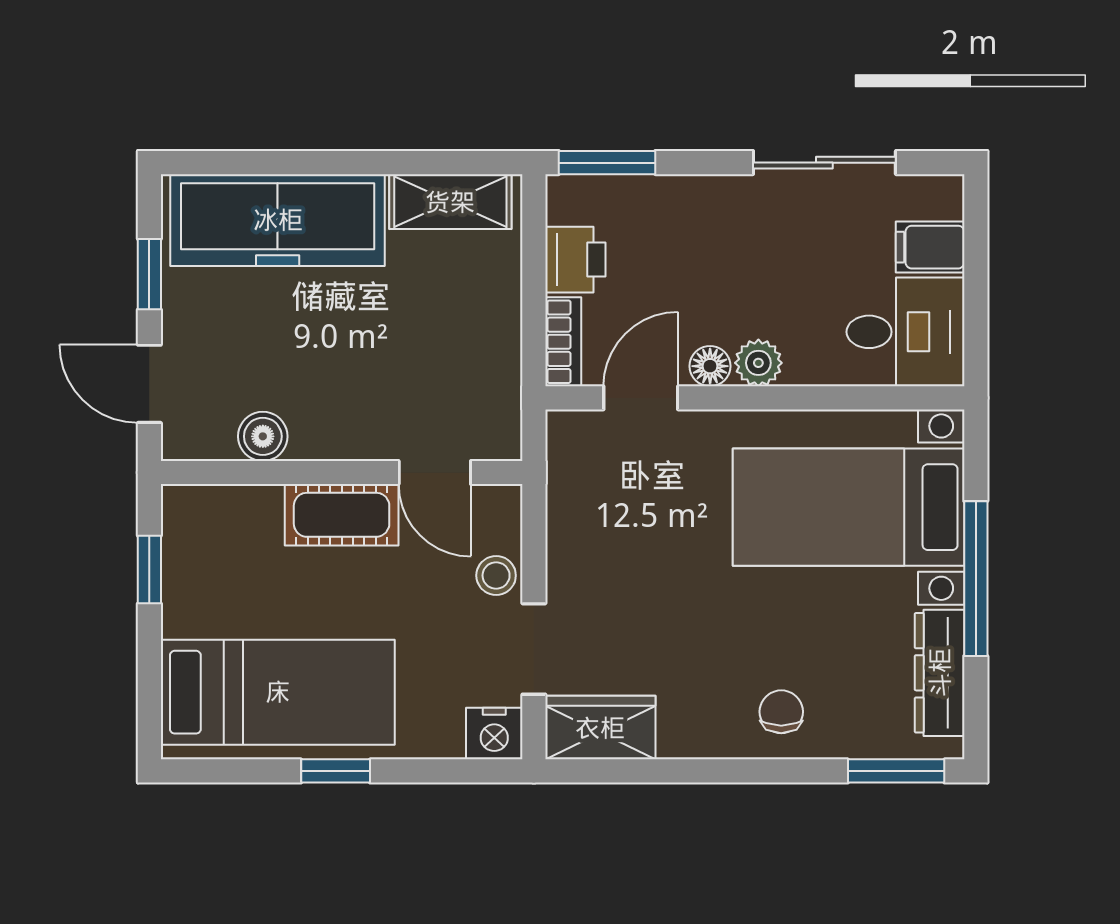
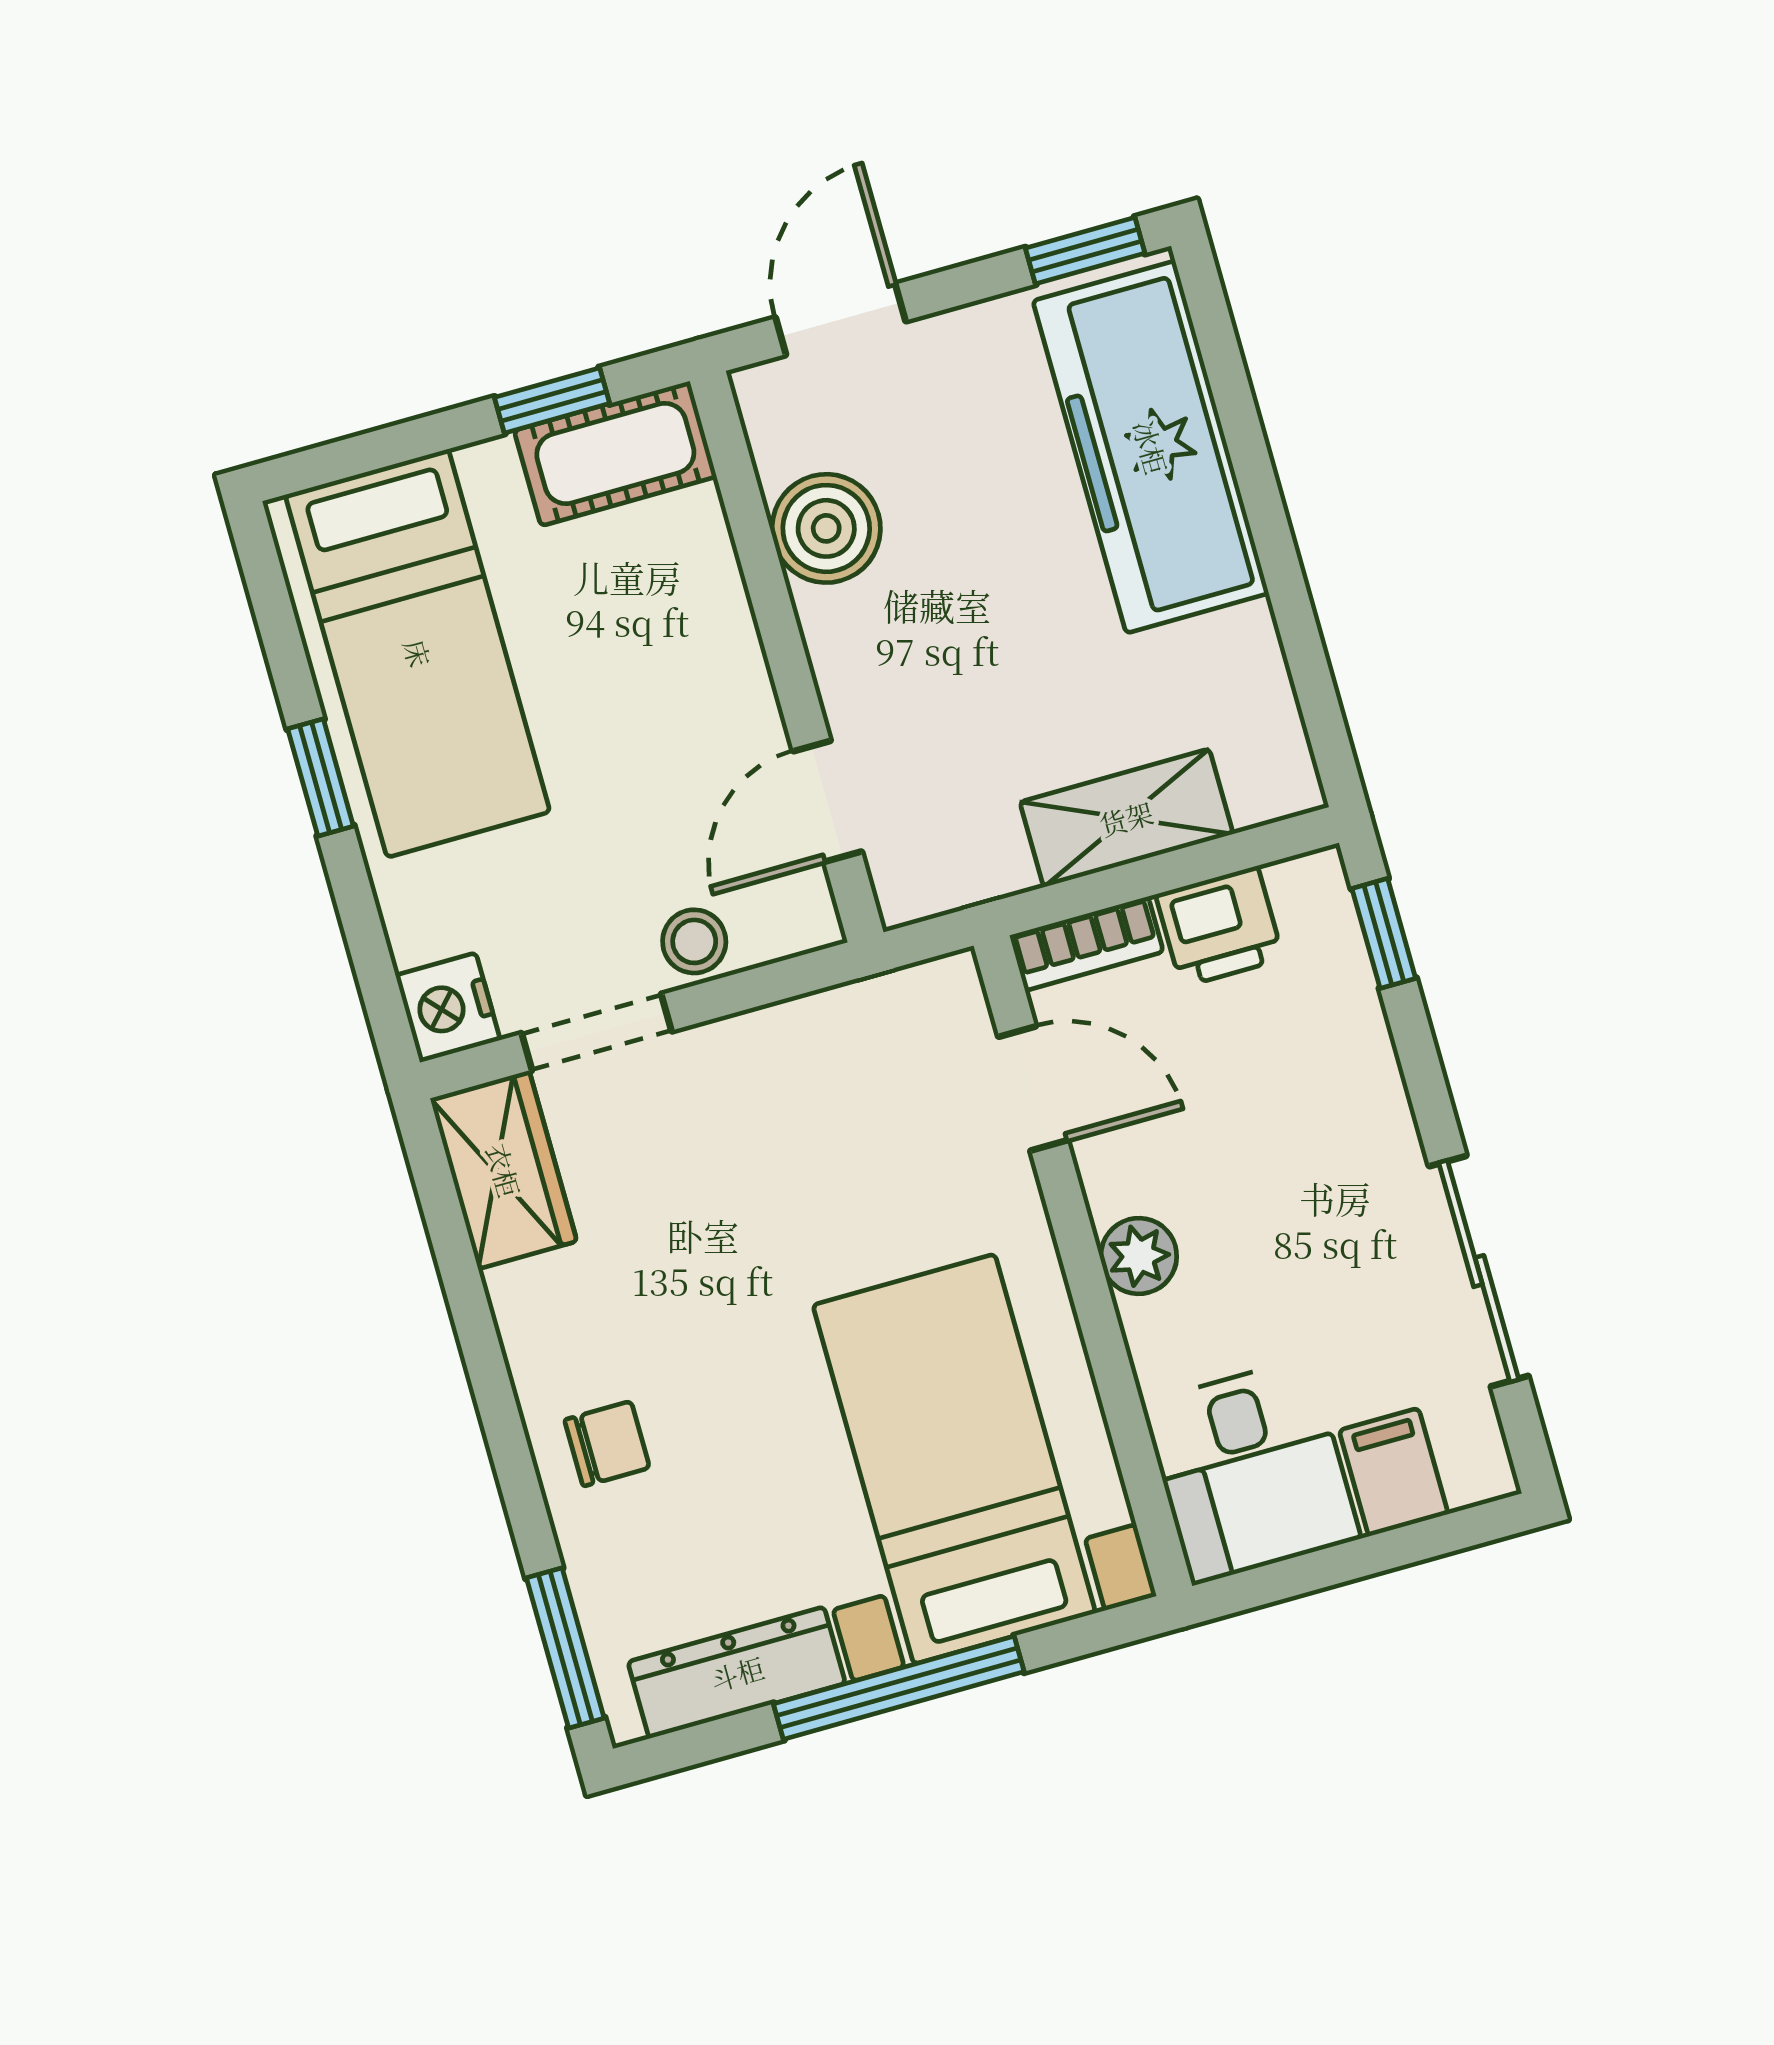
window: (607, 163) -> (1384, 933), width x0.67
shelving: (450, 202) -> (1126, 818), moved, turned 90
window: (149, 274) -> (1085, 251), moved
floor lamp: (710, 366) -> (1113, 1182), removed
boiler: (263, 436) -> (826, 528), width x1.36, depth x1.36
cot: (342, 515) -> (615, 454), moved, turned 90

